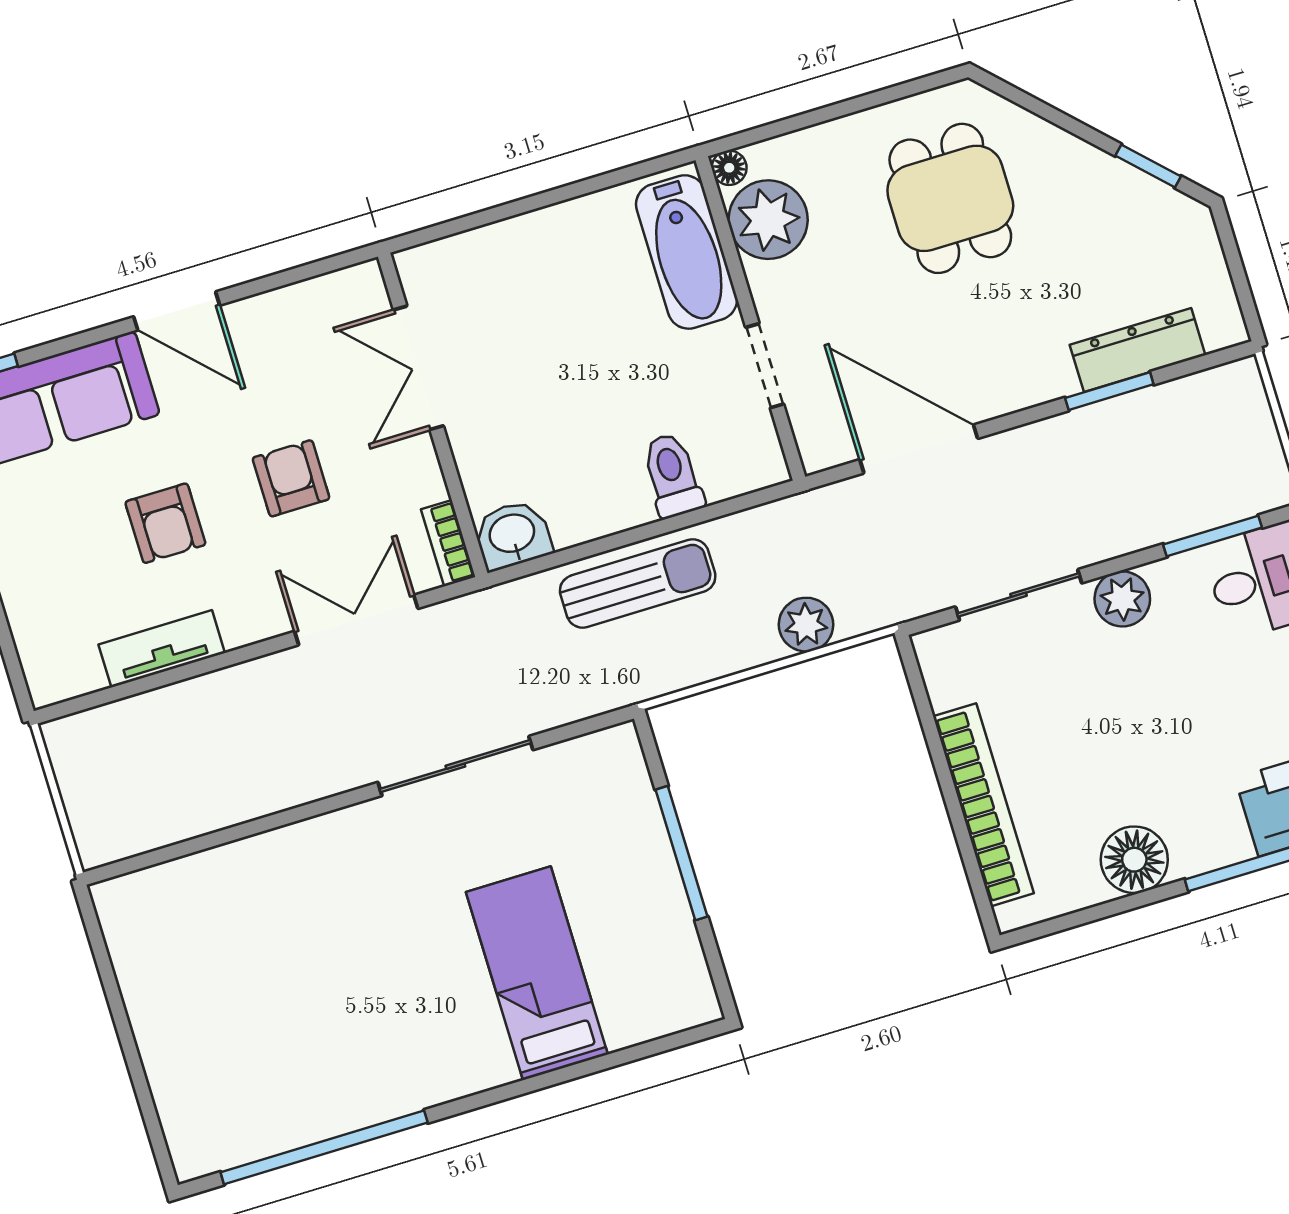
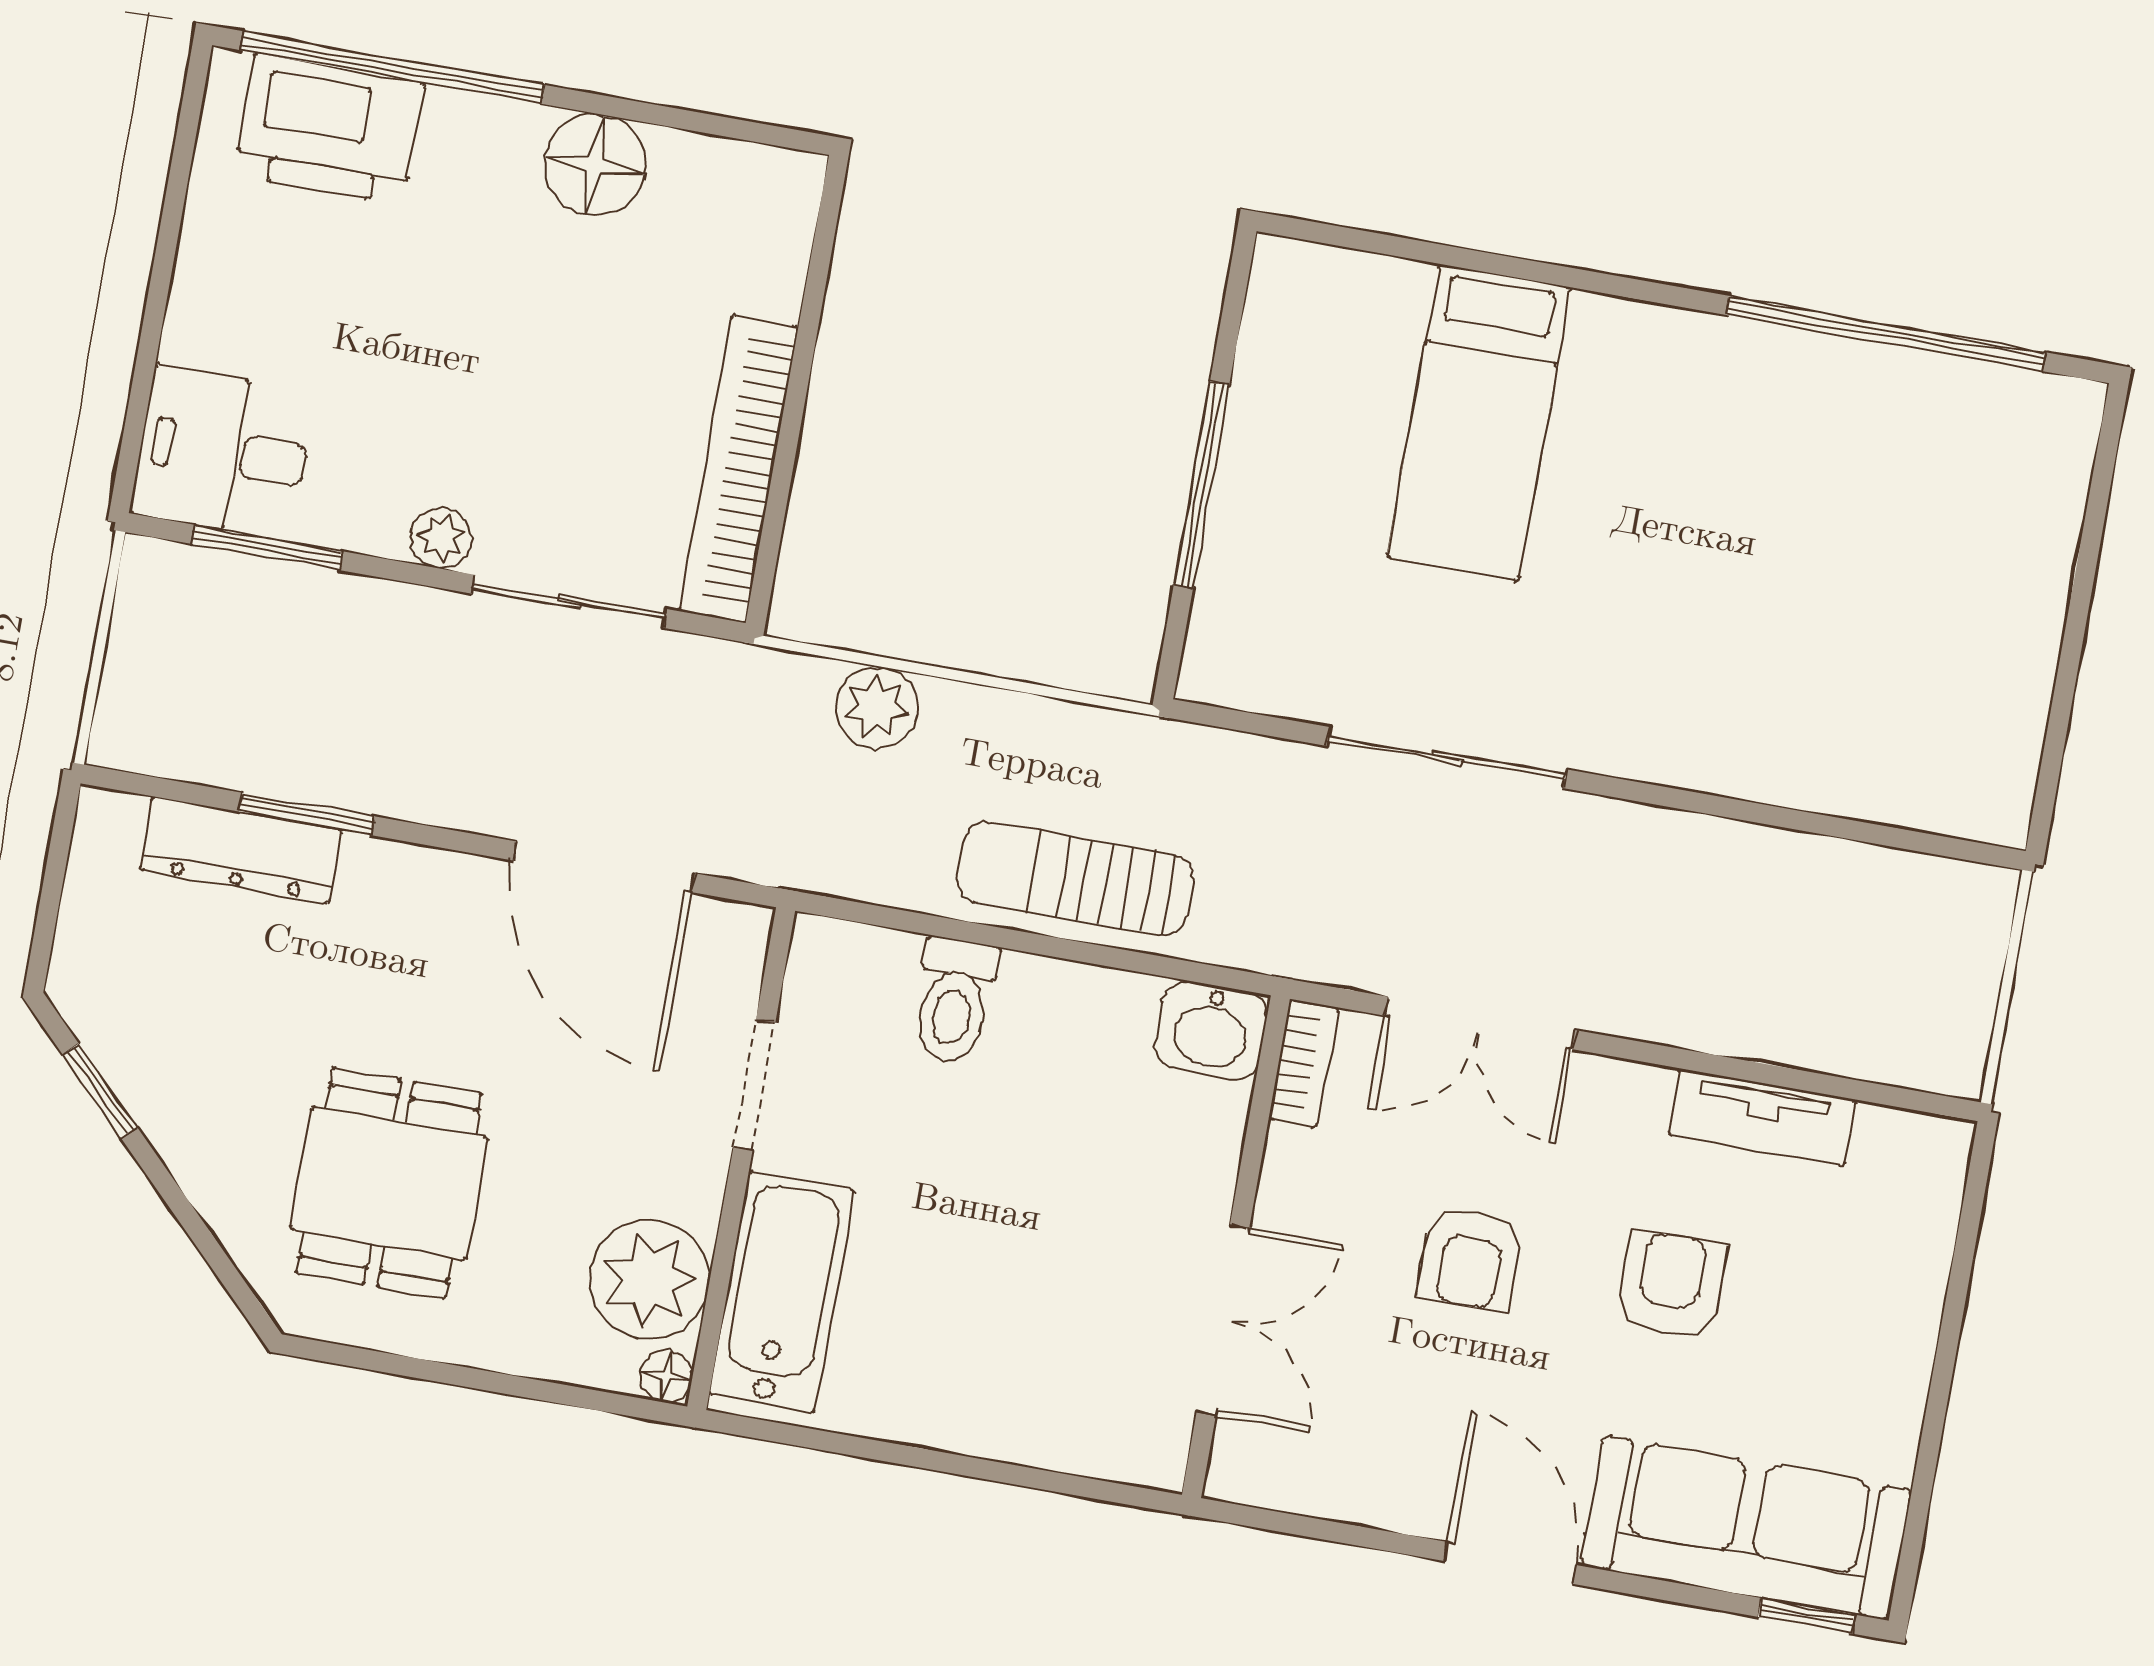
plant: (1122, 599) -> (441, 538), width x0.73, depth x0.73
bookcase: (983, 805) -> (739, 469), moved

